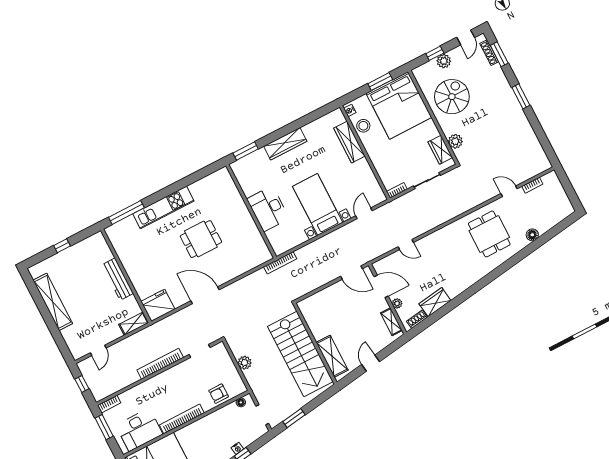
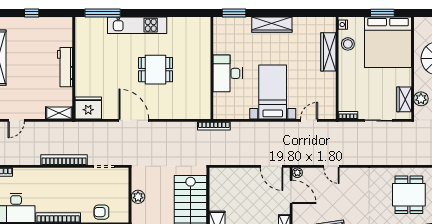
plant: (397, 303) -> (297, 173), moved

